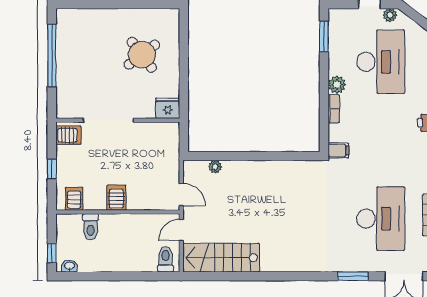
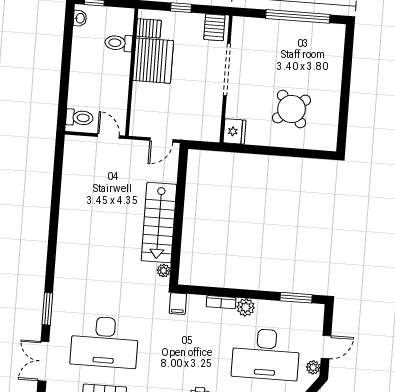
plant: (215, 167) -> (164, 271), moved
door: (181, 194) -> (161, 140), moved
server rack: (116, 198) -> (153, 61), width x2.18, depth x1.44
stairs: (221, 258) -> (159, 223), moved, turned 180

